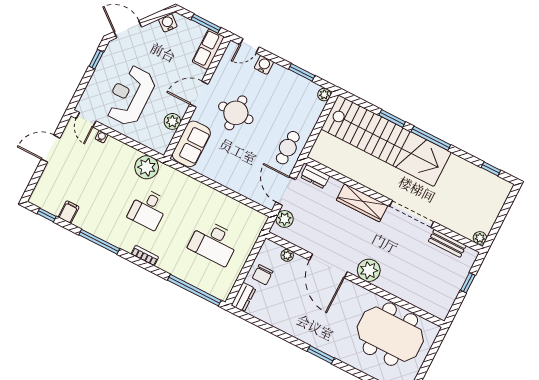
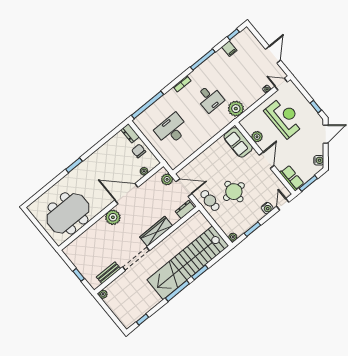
round table: (236, 113) -> (234, 192), moved
desk: (148, 209) -> (210, 98), turned 180

